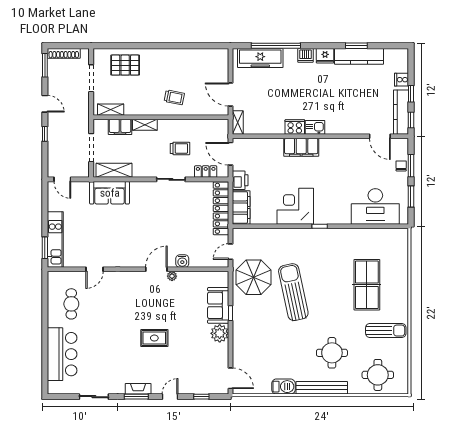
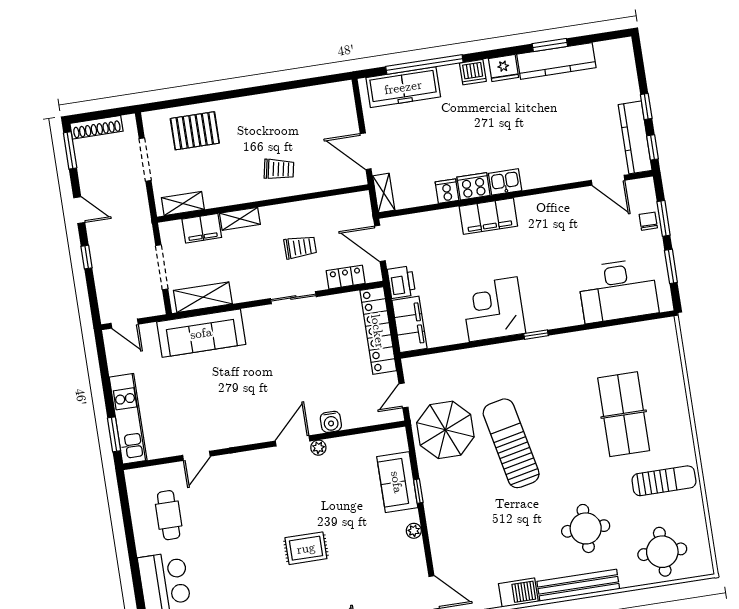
cooker: (402, 80) -> (447, 191), moved, turned 90
sofa: (110, 193) -> (201, 333), width x1.36
plant: (220, 333) -> (414, 531), width x0.53, depth x0.53

